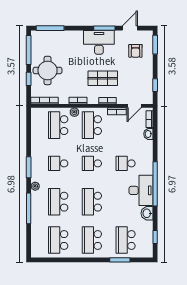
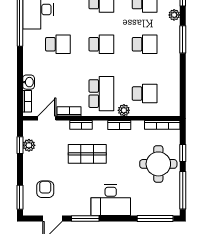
desk: (99, 42) -> (111, 200), moved
plant: (148, 85) -> (29, 145), added
school desk: (58, 125) -> (145, 94), width x0.54

